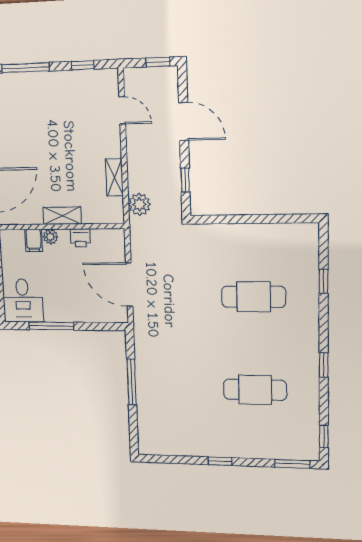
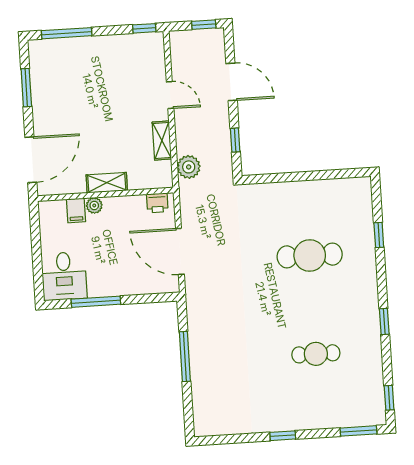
window: (83, 65) -> (144, 28), moved
door: (122, 110) -> (170, 95), moved
printer: (81, 238) -> (157, 203), moved
cafe table: (255, 390) -> (316, 354), width x0.73, depth x0.74

